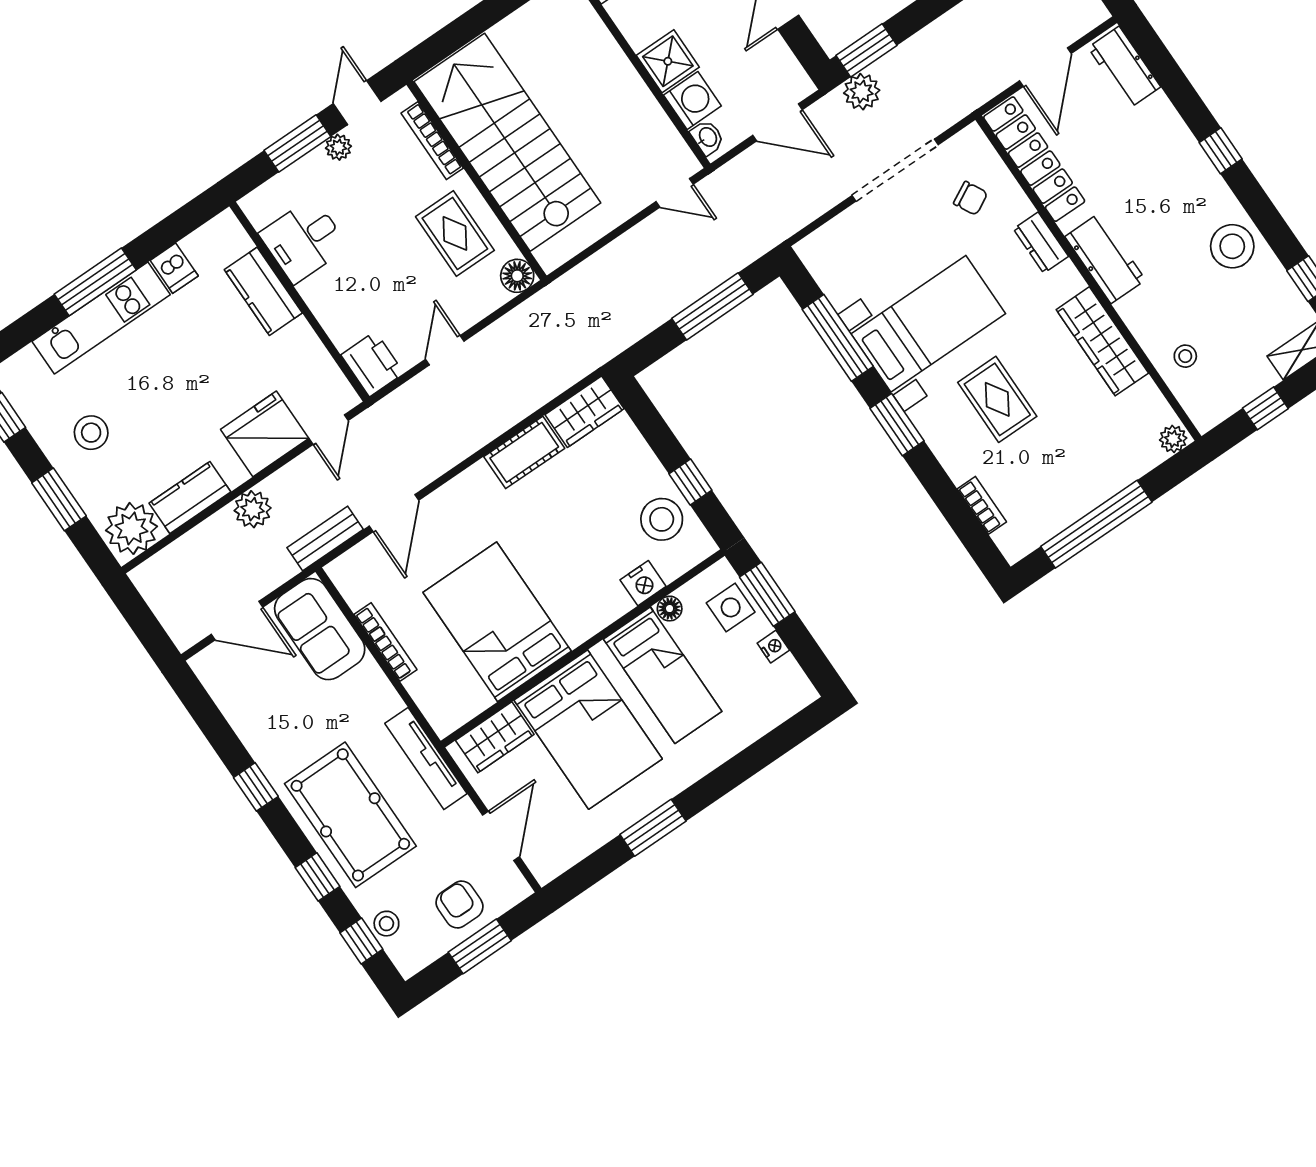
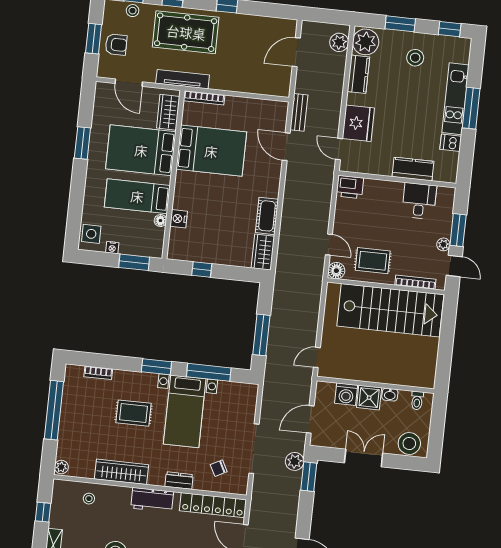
washbasin: (707, 137) -> (390, 395), moved
door: (445, 350) -> (329, 245), moved
plant: (253, 509) -> (339, 42), moved
stool: (662, 519) -> (197, 246), removed
side table: (731, 607) -> (91, 234), moved
sofa: (320, 629) -> (266, 81), removed
bookcase: (385, 642) -> (204, 98), moved

